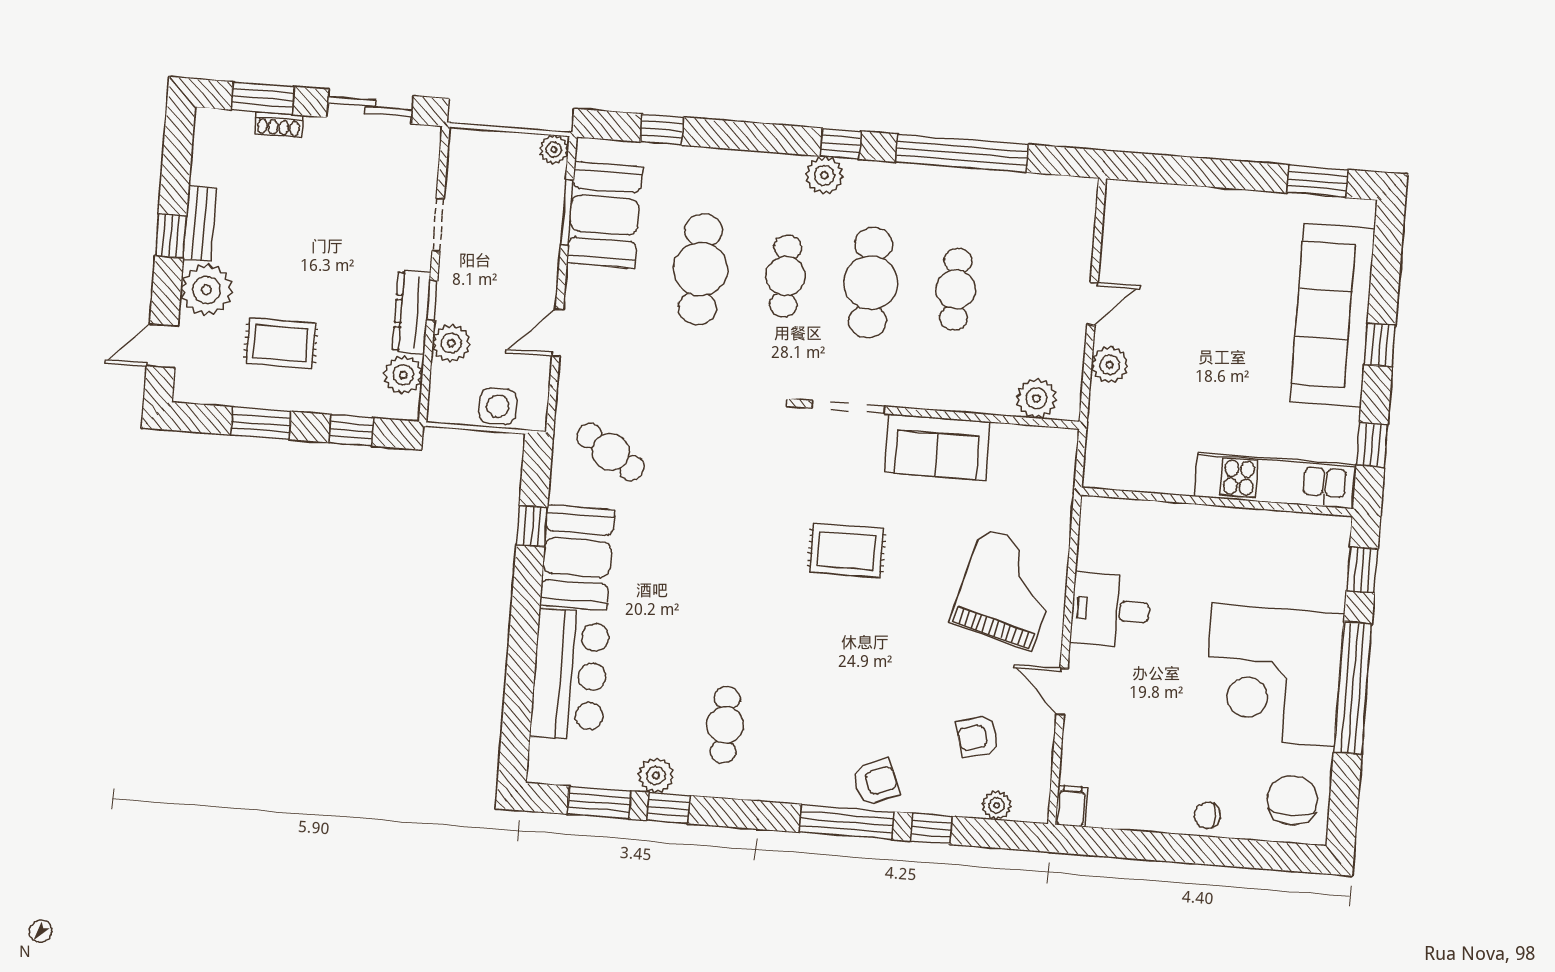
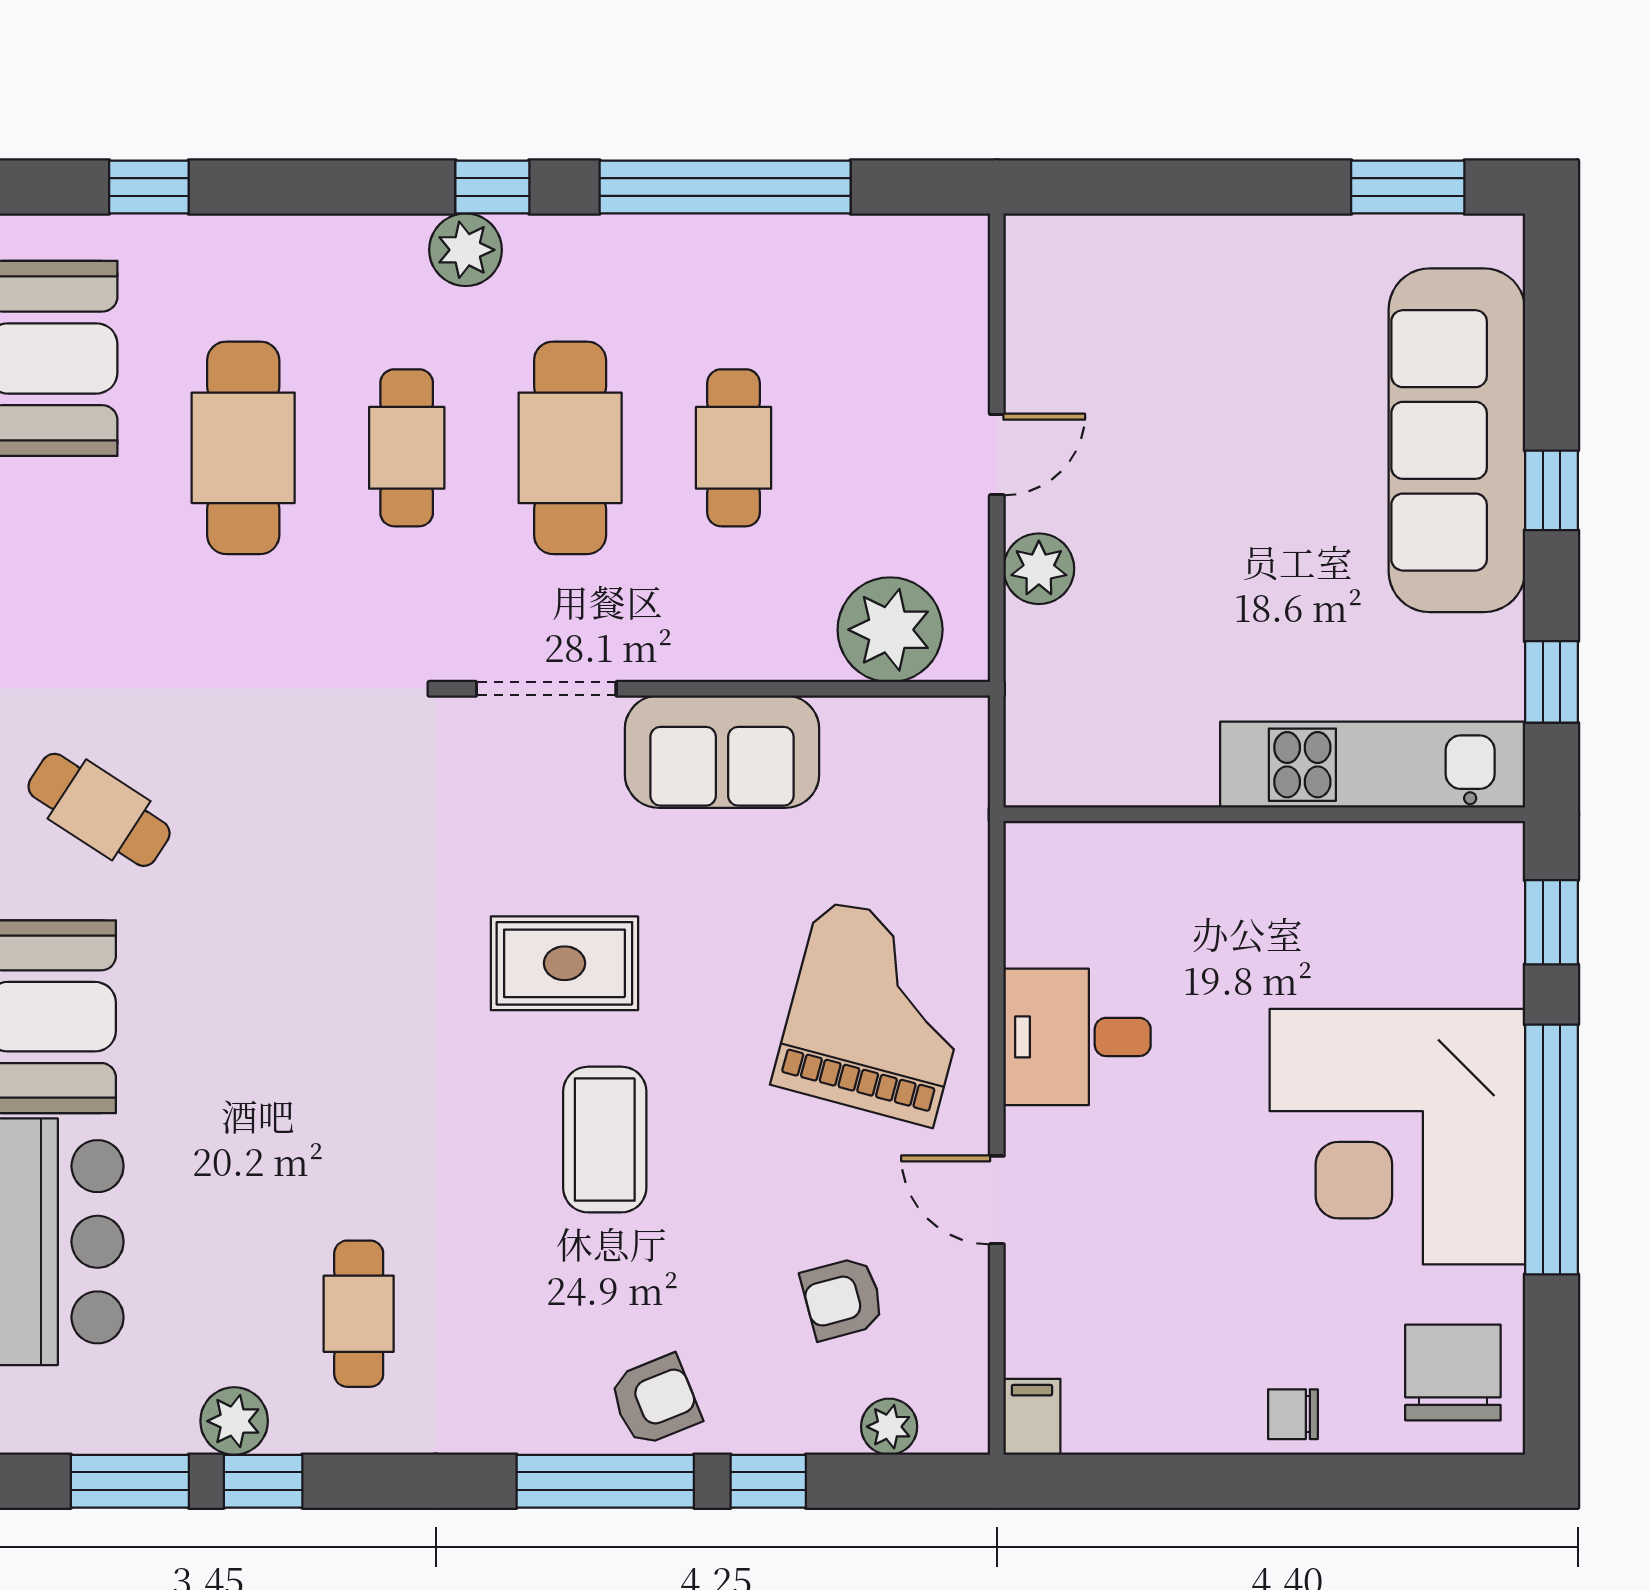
plant: (1036, 398) -> (890, 630), width x1.36, depth x1.36
coffee table: (860, 644) -> (605, 1140), added

